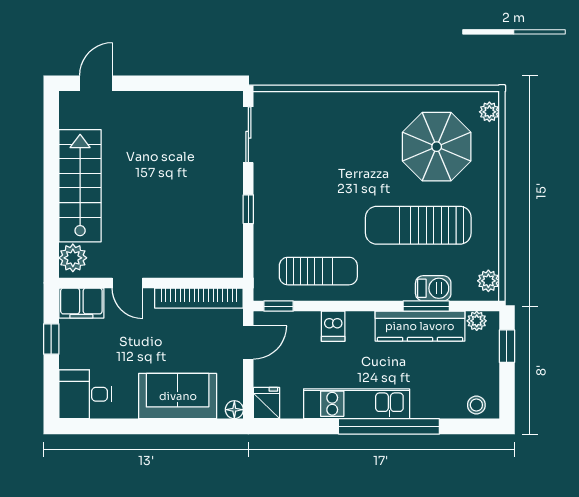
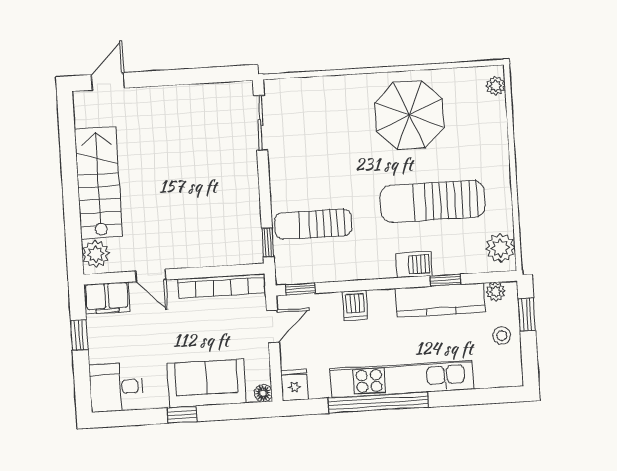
parasol: (437, 147) -> (409, 115), moved
window: (248, 209) -> (268, 242), moved
sun lounger: (318, 271) -> (313, 224), moved, turned 180
plant: (488, 281) -> (500, 248), width x1.38, depth x1.38
barbecue: (433, 288) -> (414, 265), moved
window: (426, 306) -> (445, 280), width x0.67
kitchen unit: (357, 404) -> (402, 379), width x1.36
stool: (476, 405) -> (502, 336), moved
window: (151, 426) -> (182, 415), added
window: (389, 426) -> (378, 403), moved

